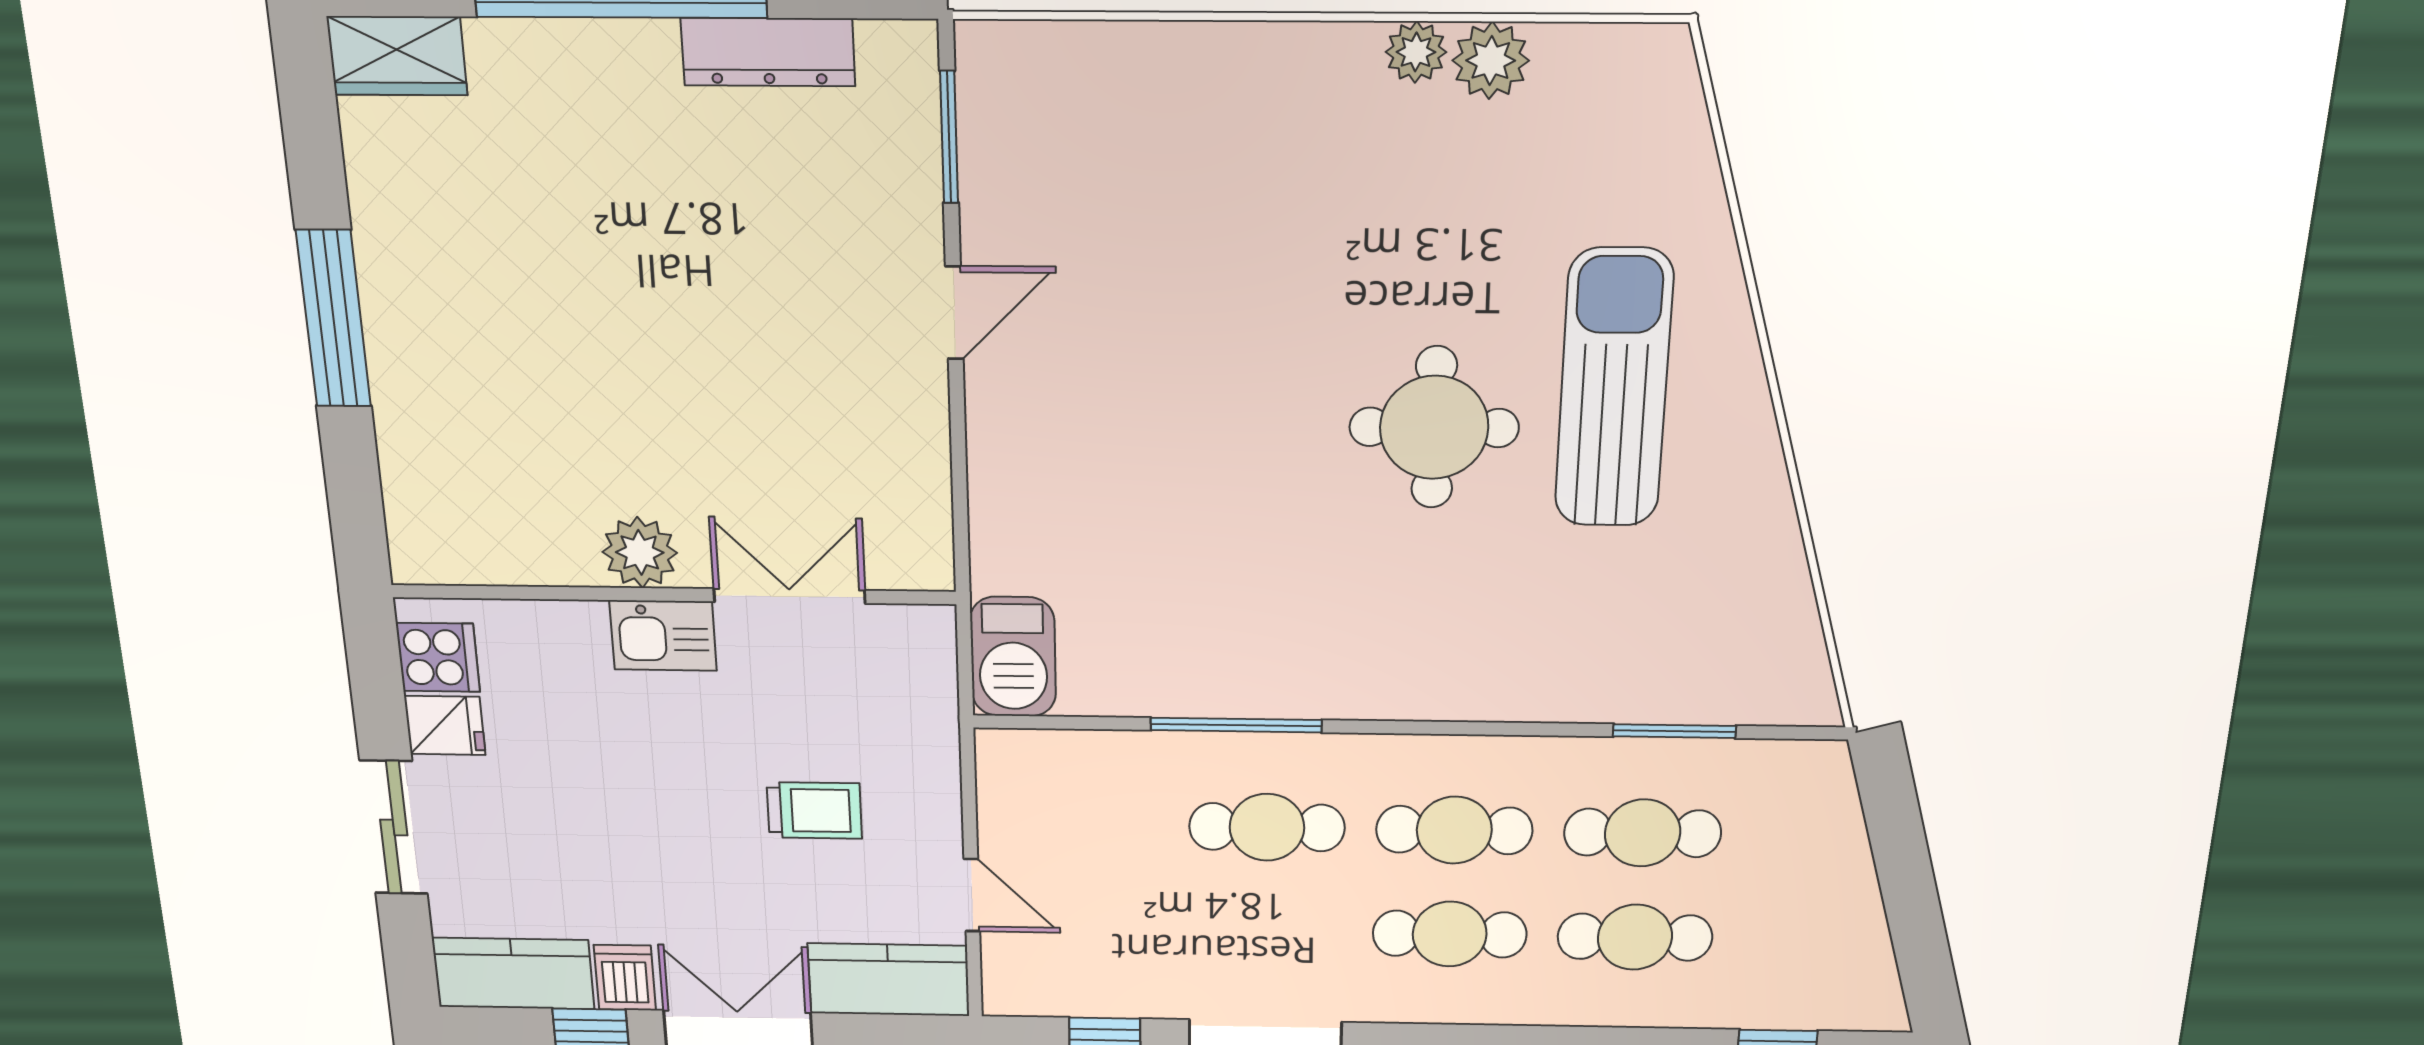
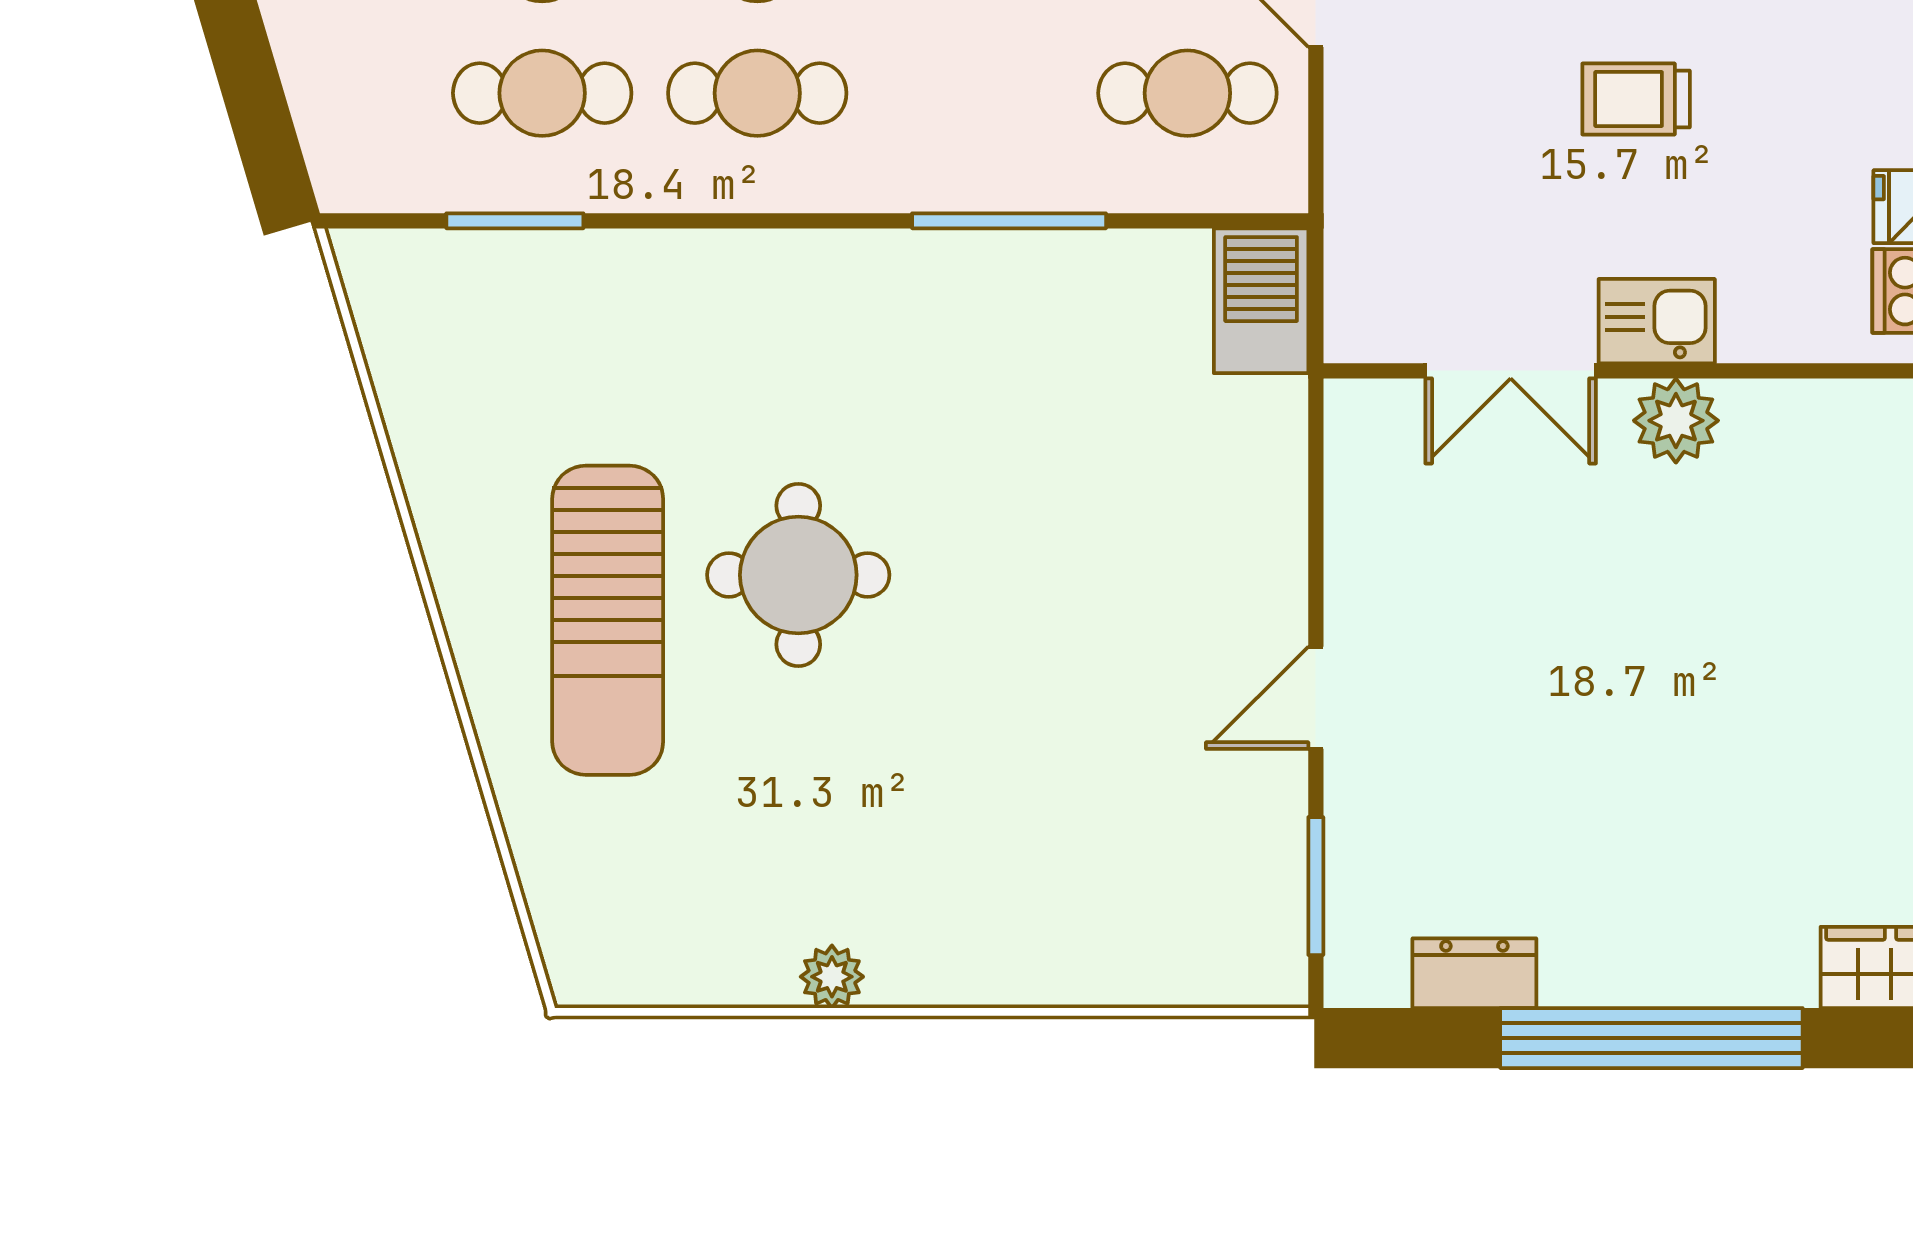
dresser: (768, 52) -> (1474, 973), width x0.70
plant: (1491, 61) -> (755, 968), removed
trolley: (814, 810) -> (1636, 99), moved
cafe table: (1267, 827) -> (1187, 93), moved

